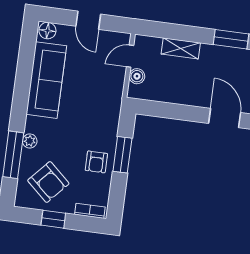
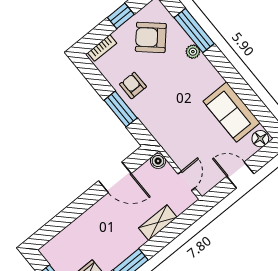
boiler: (137, 76) -> (158, 161), moved
sofa: (46, 80) -> (232, 112), width x0.73
door: (225, 118) -> (115, 177), moved

